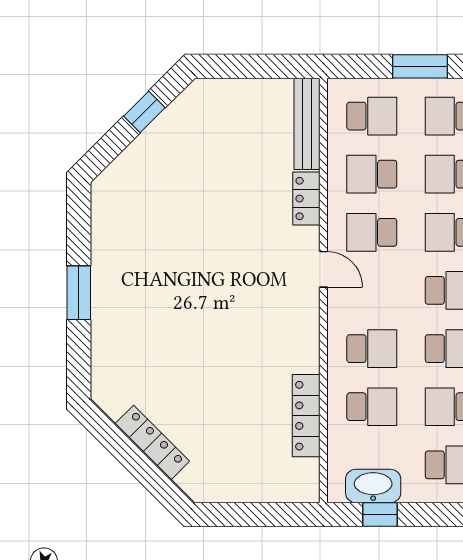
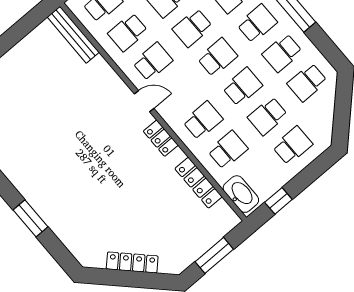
locker: (306, 199) -> (161, 138), moved
school desk: (372, 232) -> (153, 62), turned 180
washbasin: (373, 486) -> (241, 194), moved, turned 90
window: (253, 515) -> (214, 255), added

